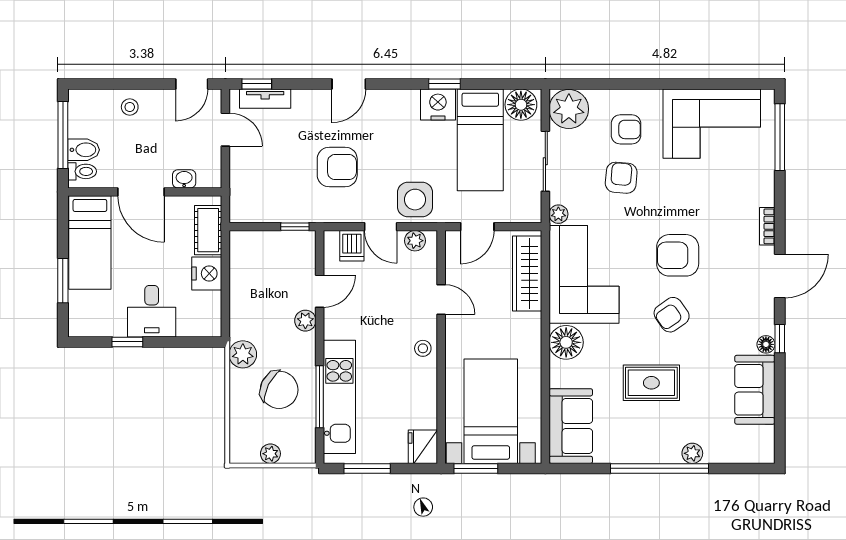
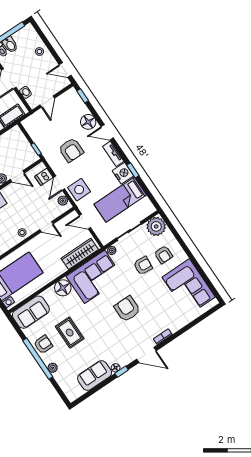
tv unit: (265, 99) -> (113, 154), moved
floor lamp: (521, 105) -> (88, 122), moved
door: (225, 130) -> (47, 102), moved
window: (780, 137) -> (202, 318), removed
door: (441, 299) -> (46, 227), hinge flipped
armchair: (672, 315) -> (43, 344), moved, turned 125

